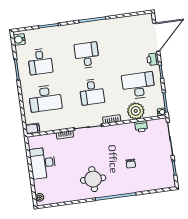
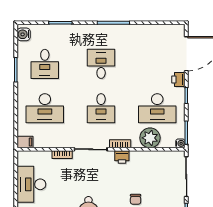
desk: (138, 86) -> (157, 108), turned 180
printer: (141, 126) -> (122, 157), moved

